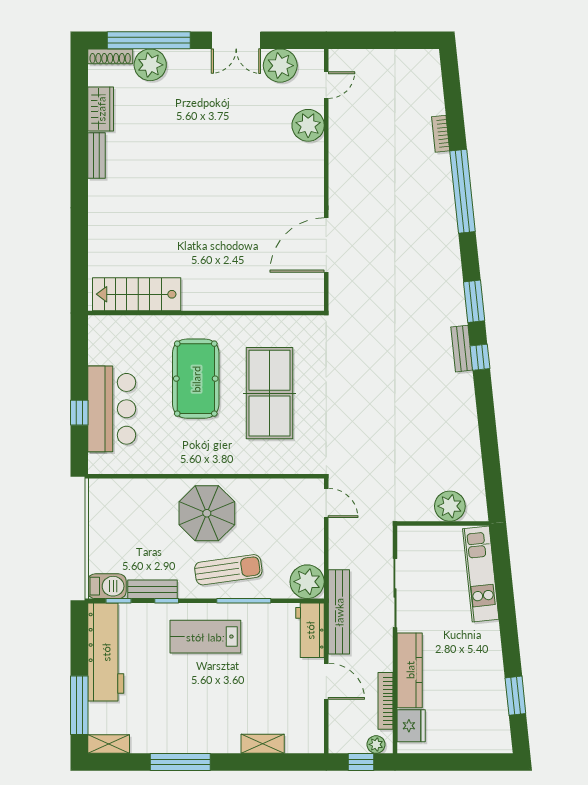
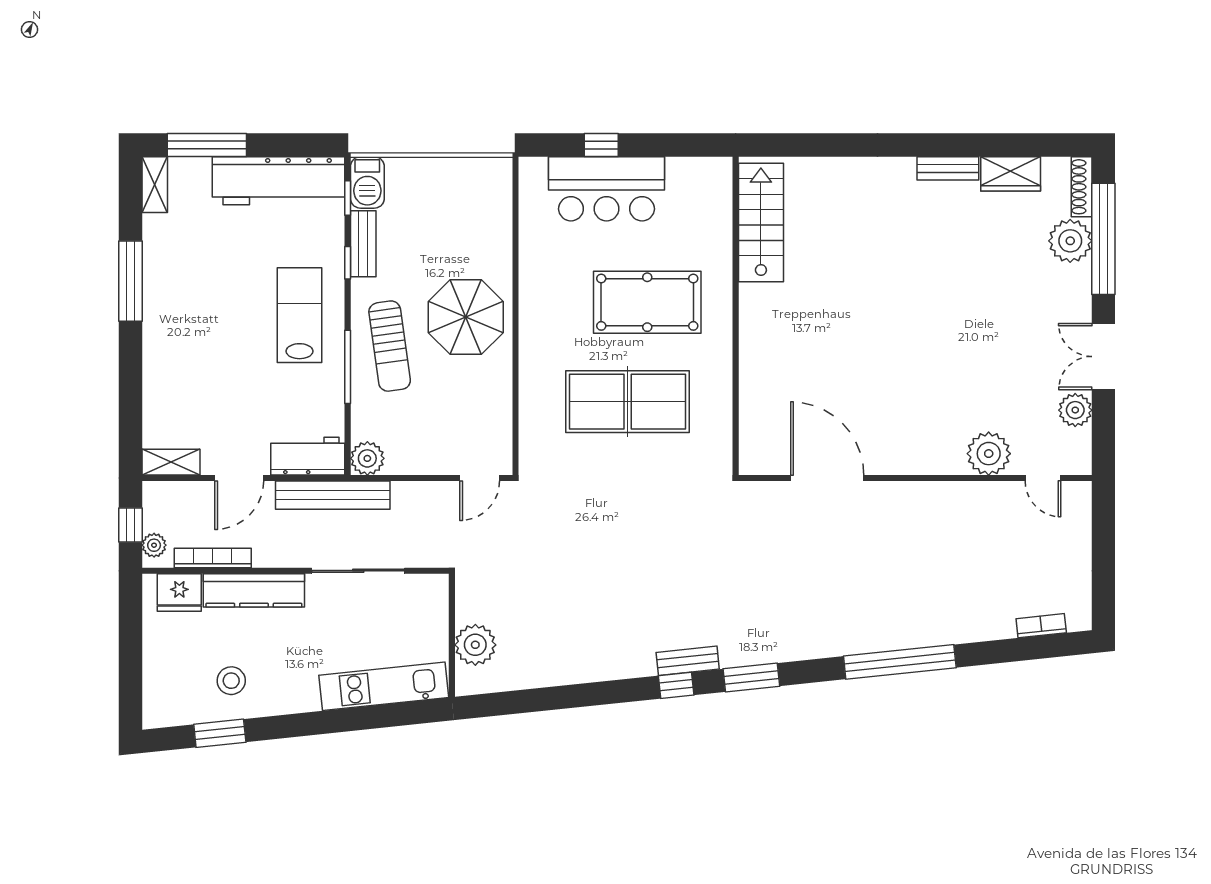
plant: (280, 66) -> (1075, 410), width x0.73, depth x0.73
bookcase: (441, 134) -> (1041, 626), moved
plant: (307, 582) -> (367, 458), width x0.73, depth x0.73
stool: (477, 687) -> (231, 681), added
shelving: (263, 744) -> (171, 462), moved, turned 90

